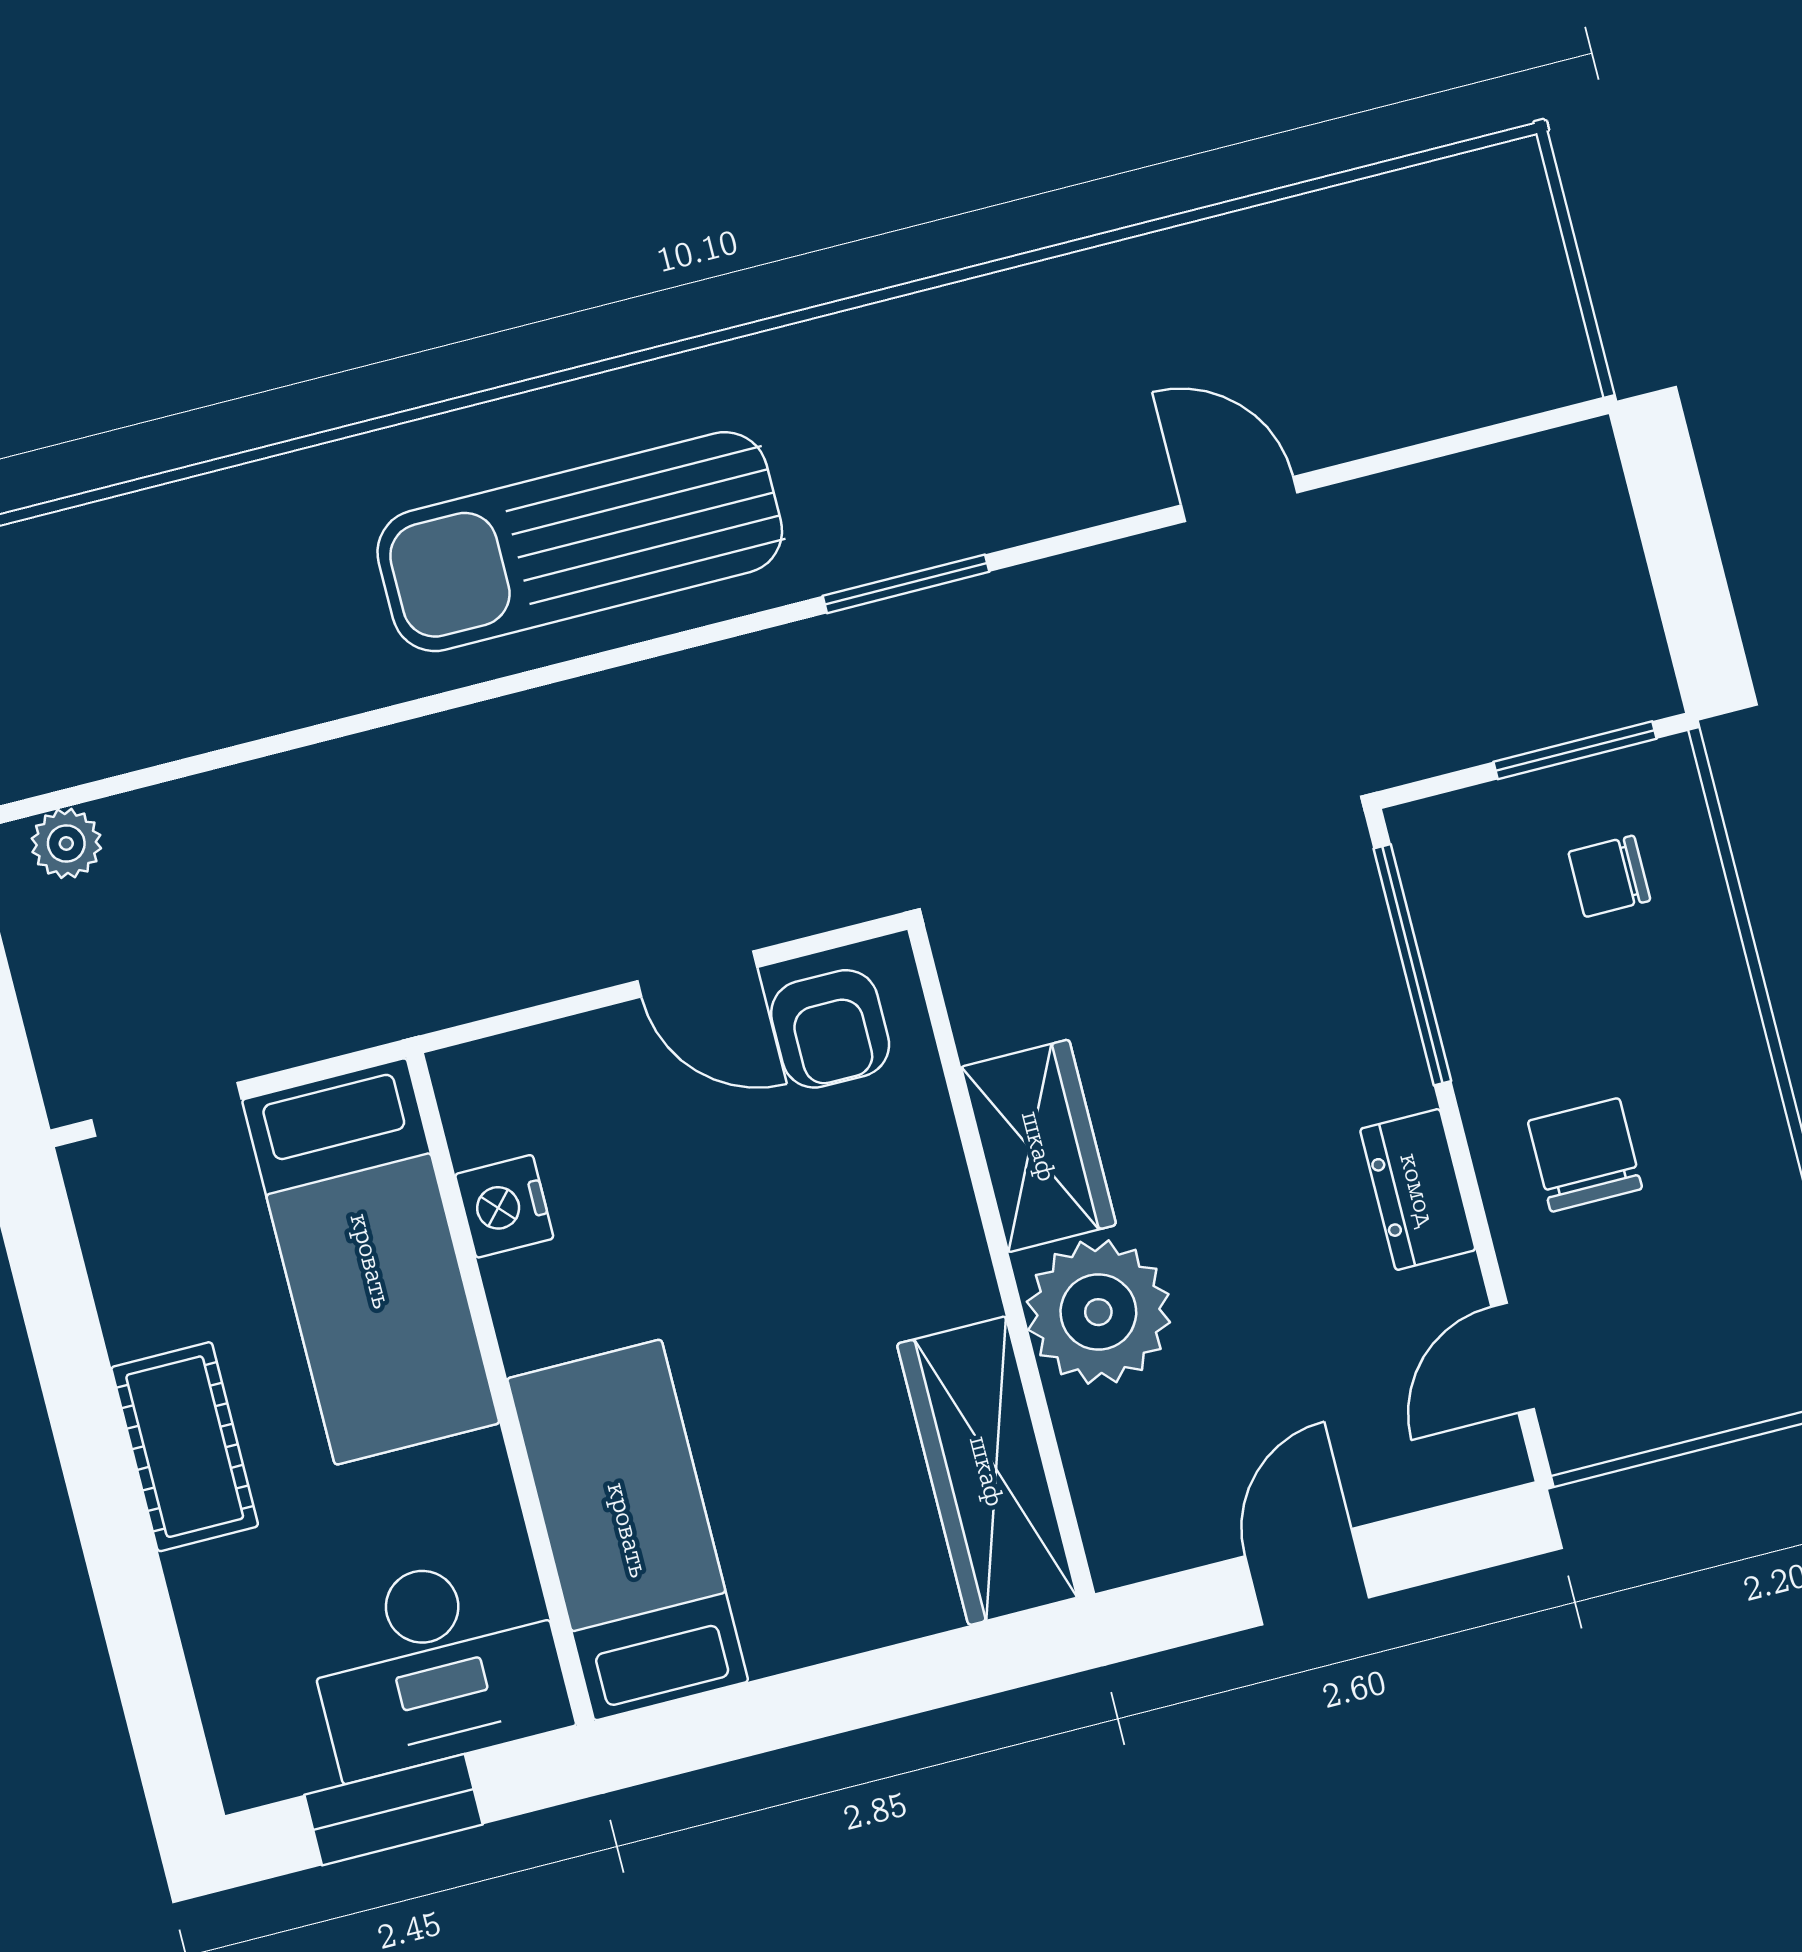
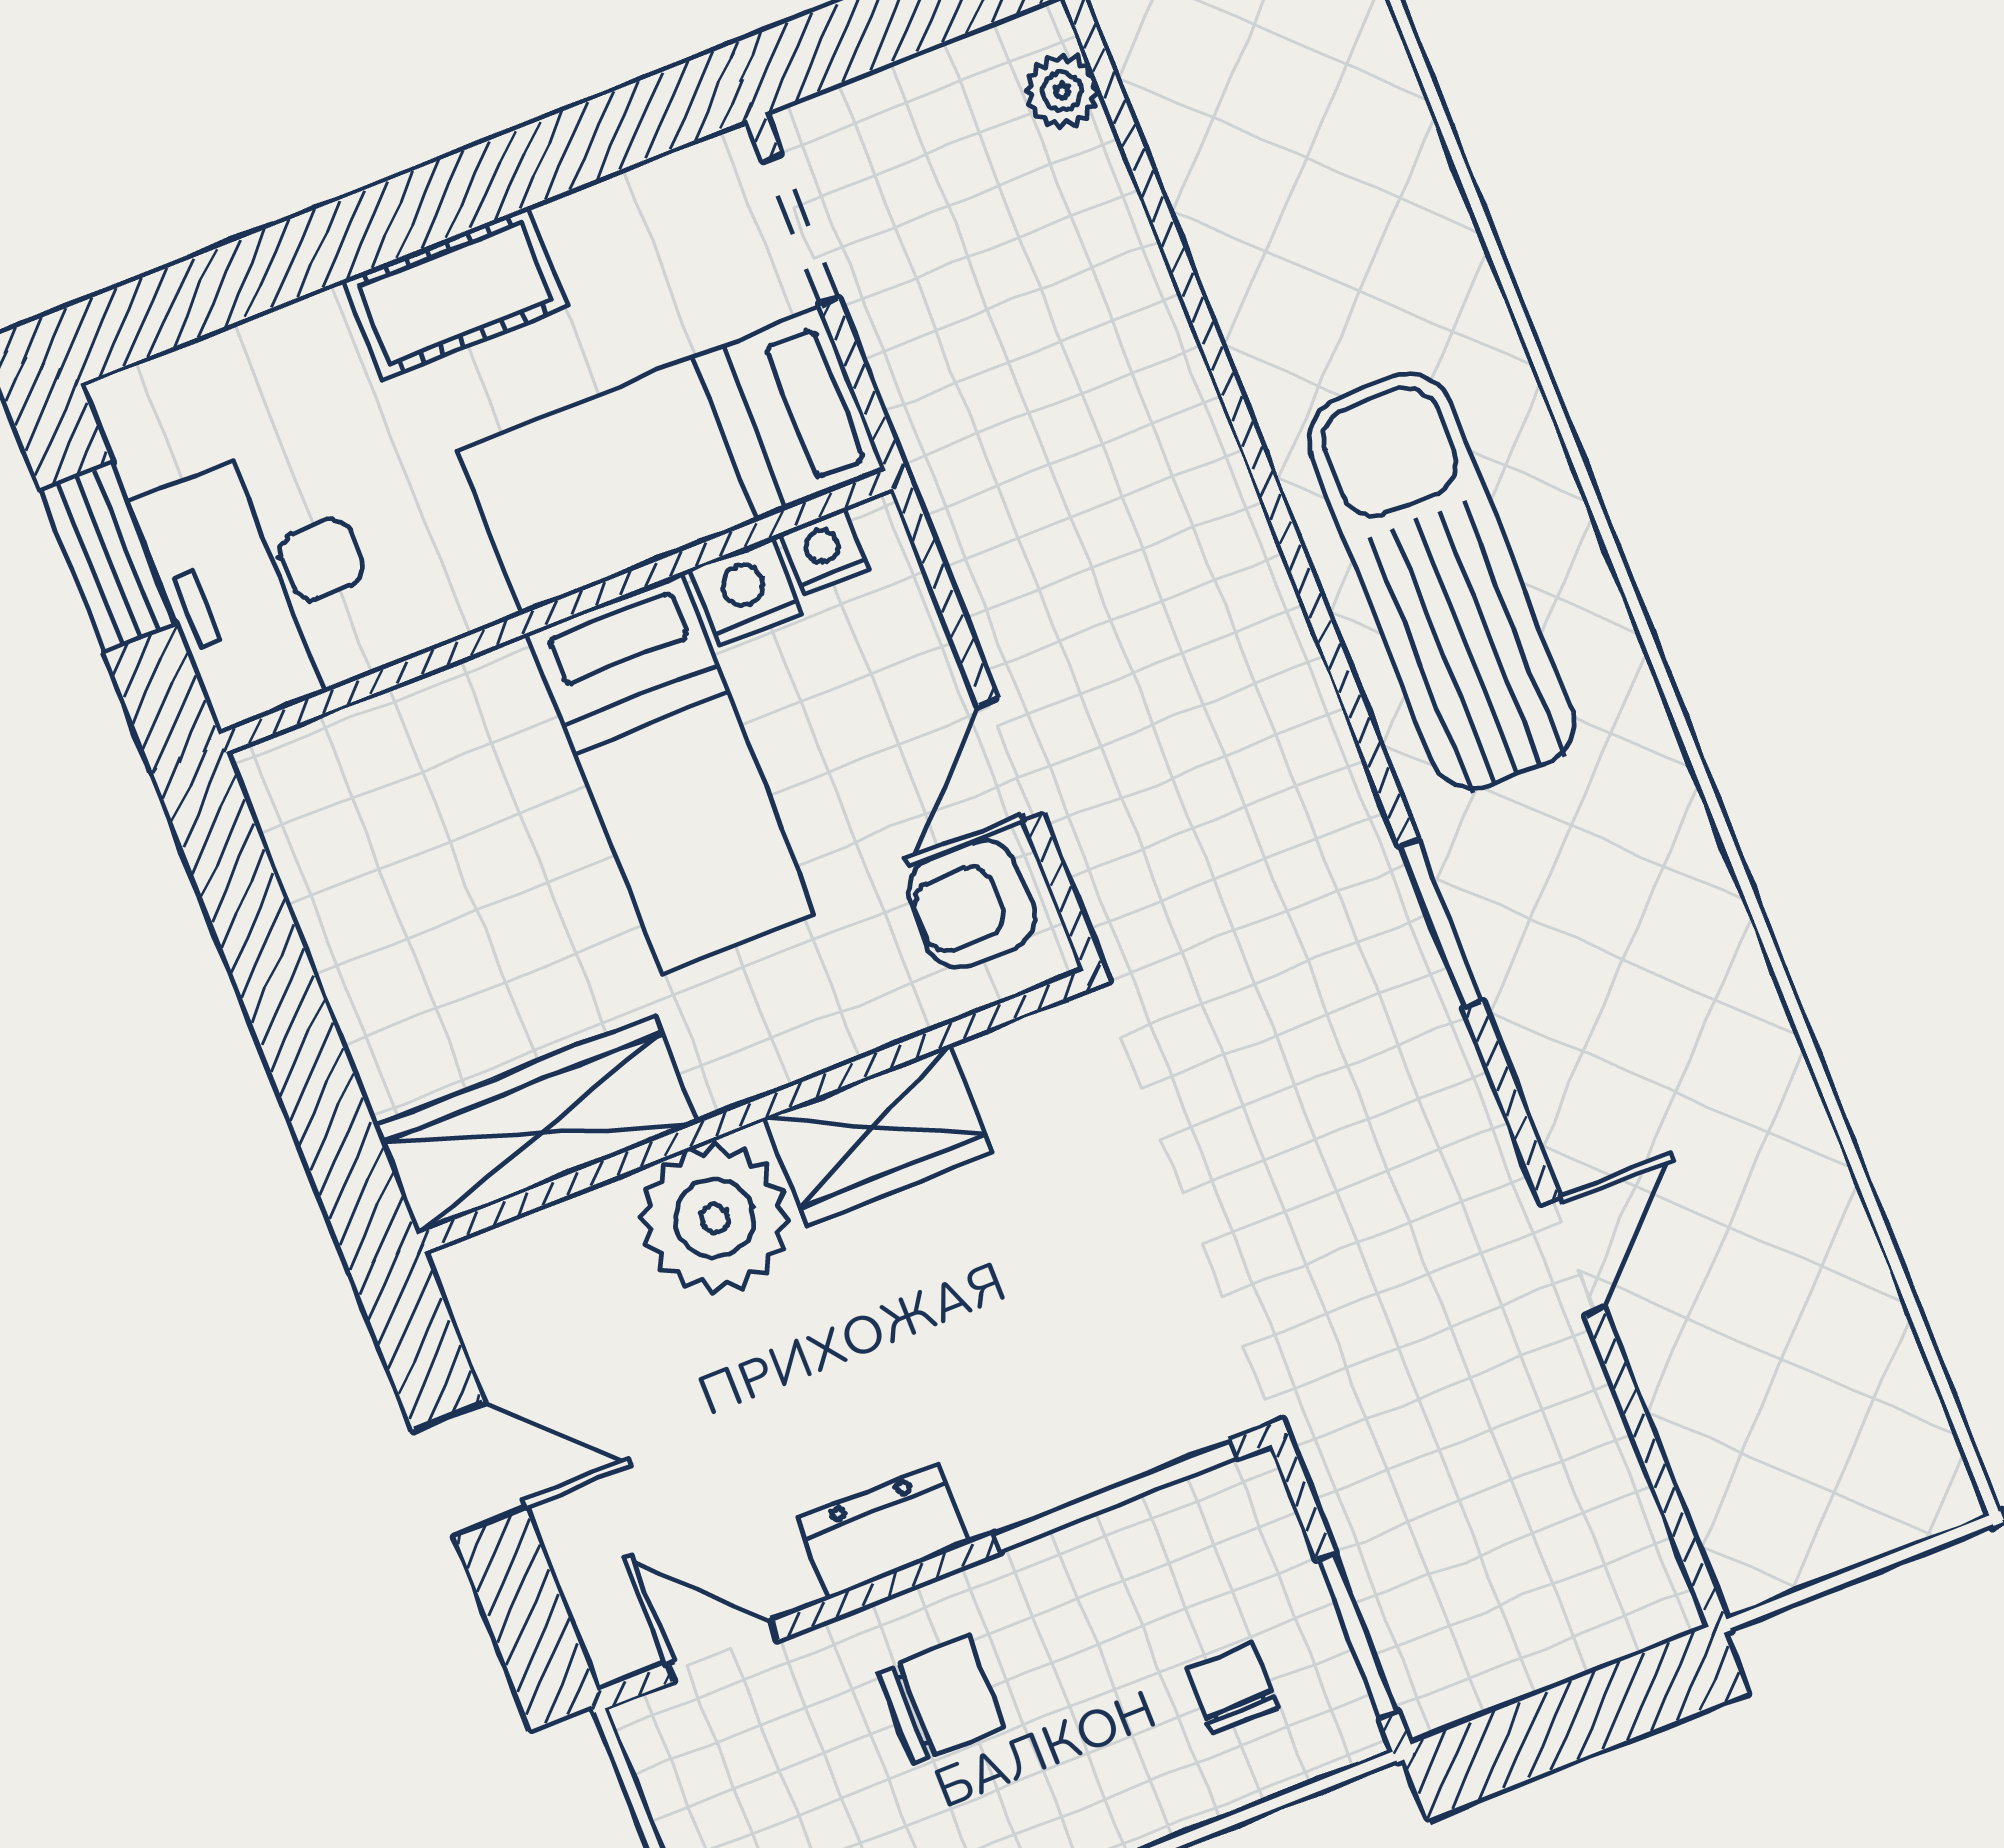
nightstand: (476, 1126) -> (824, 551), added
bed: (628, 1530) -> (672, 774), moved, turned 90

